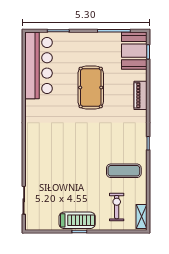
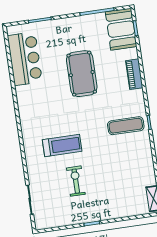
bar counter: (39, 65) -> (25, 59), width x0.73
exercise mat: (124, 171) -> (126, 126), moved
exercise bike: (117, 207) -> (76, 181), moved
treadmill: (77, 220) -> (62, 146), moved

